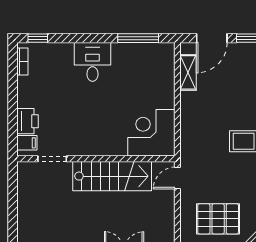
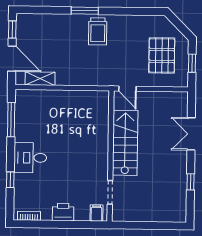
window: (38, 38) -> (10, 180), moved
printer: (28, 121) -> (63, 212), moved
corner desk: (151, 133) -> (90, 110), removed

